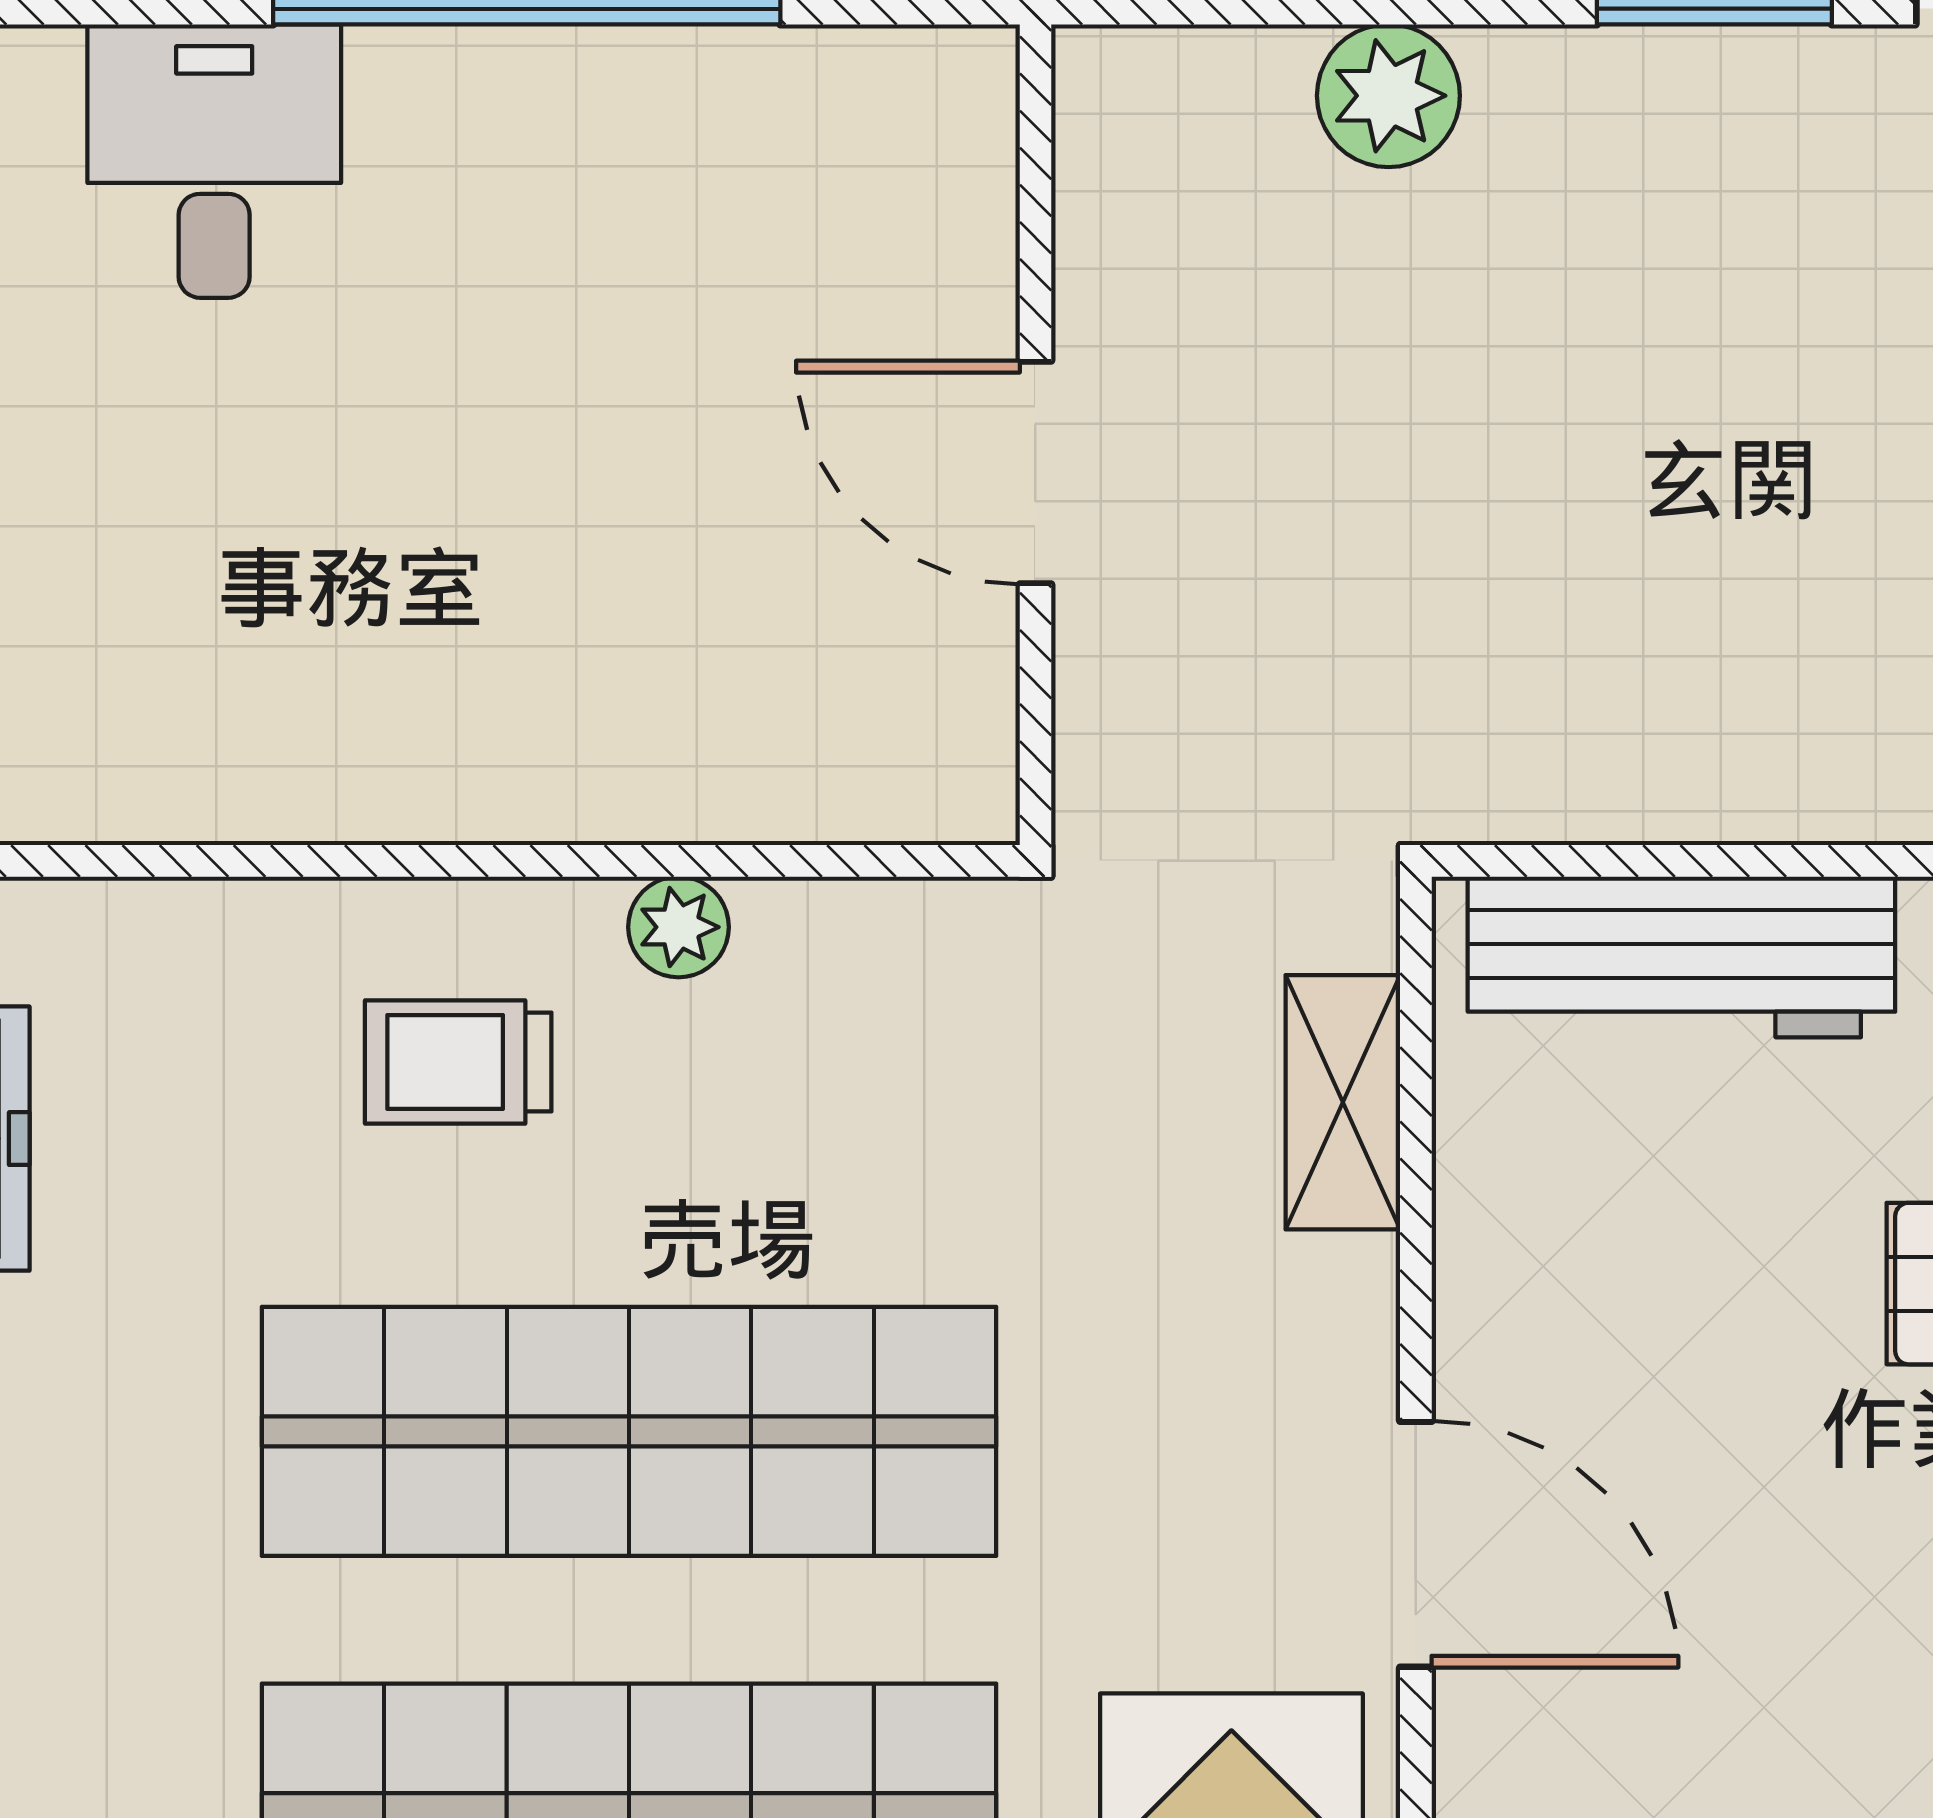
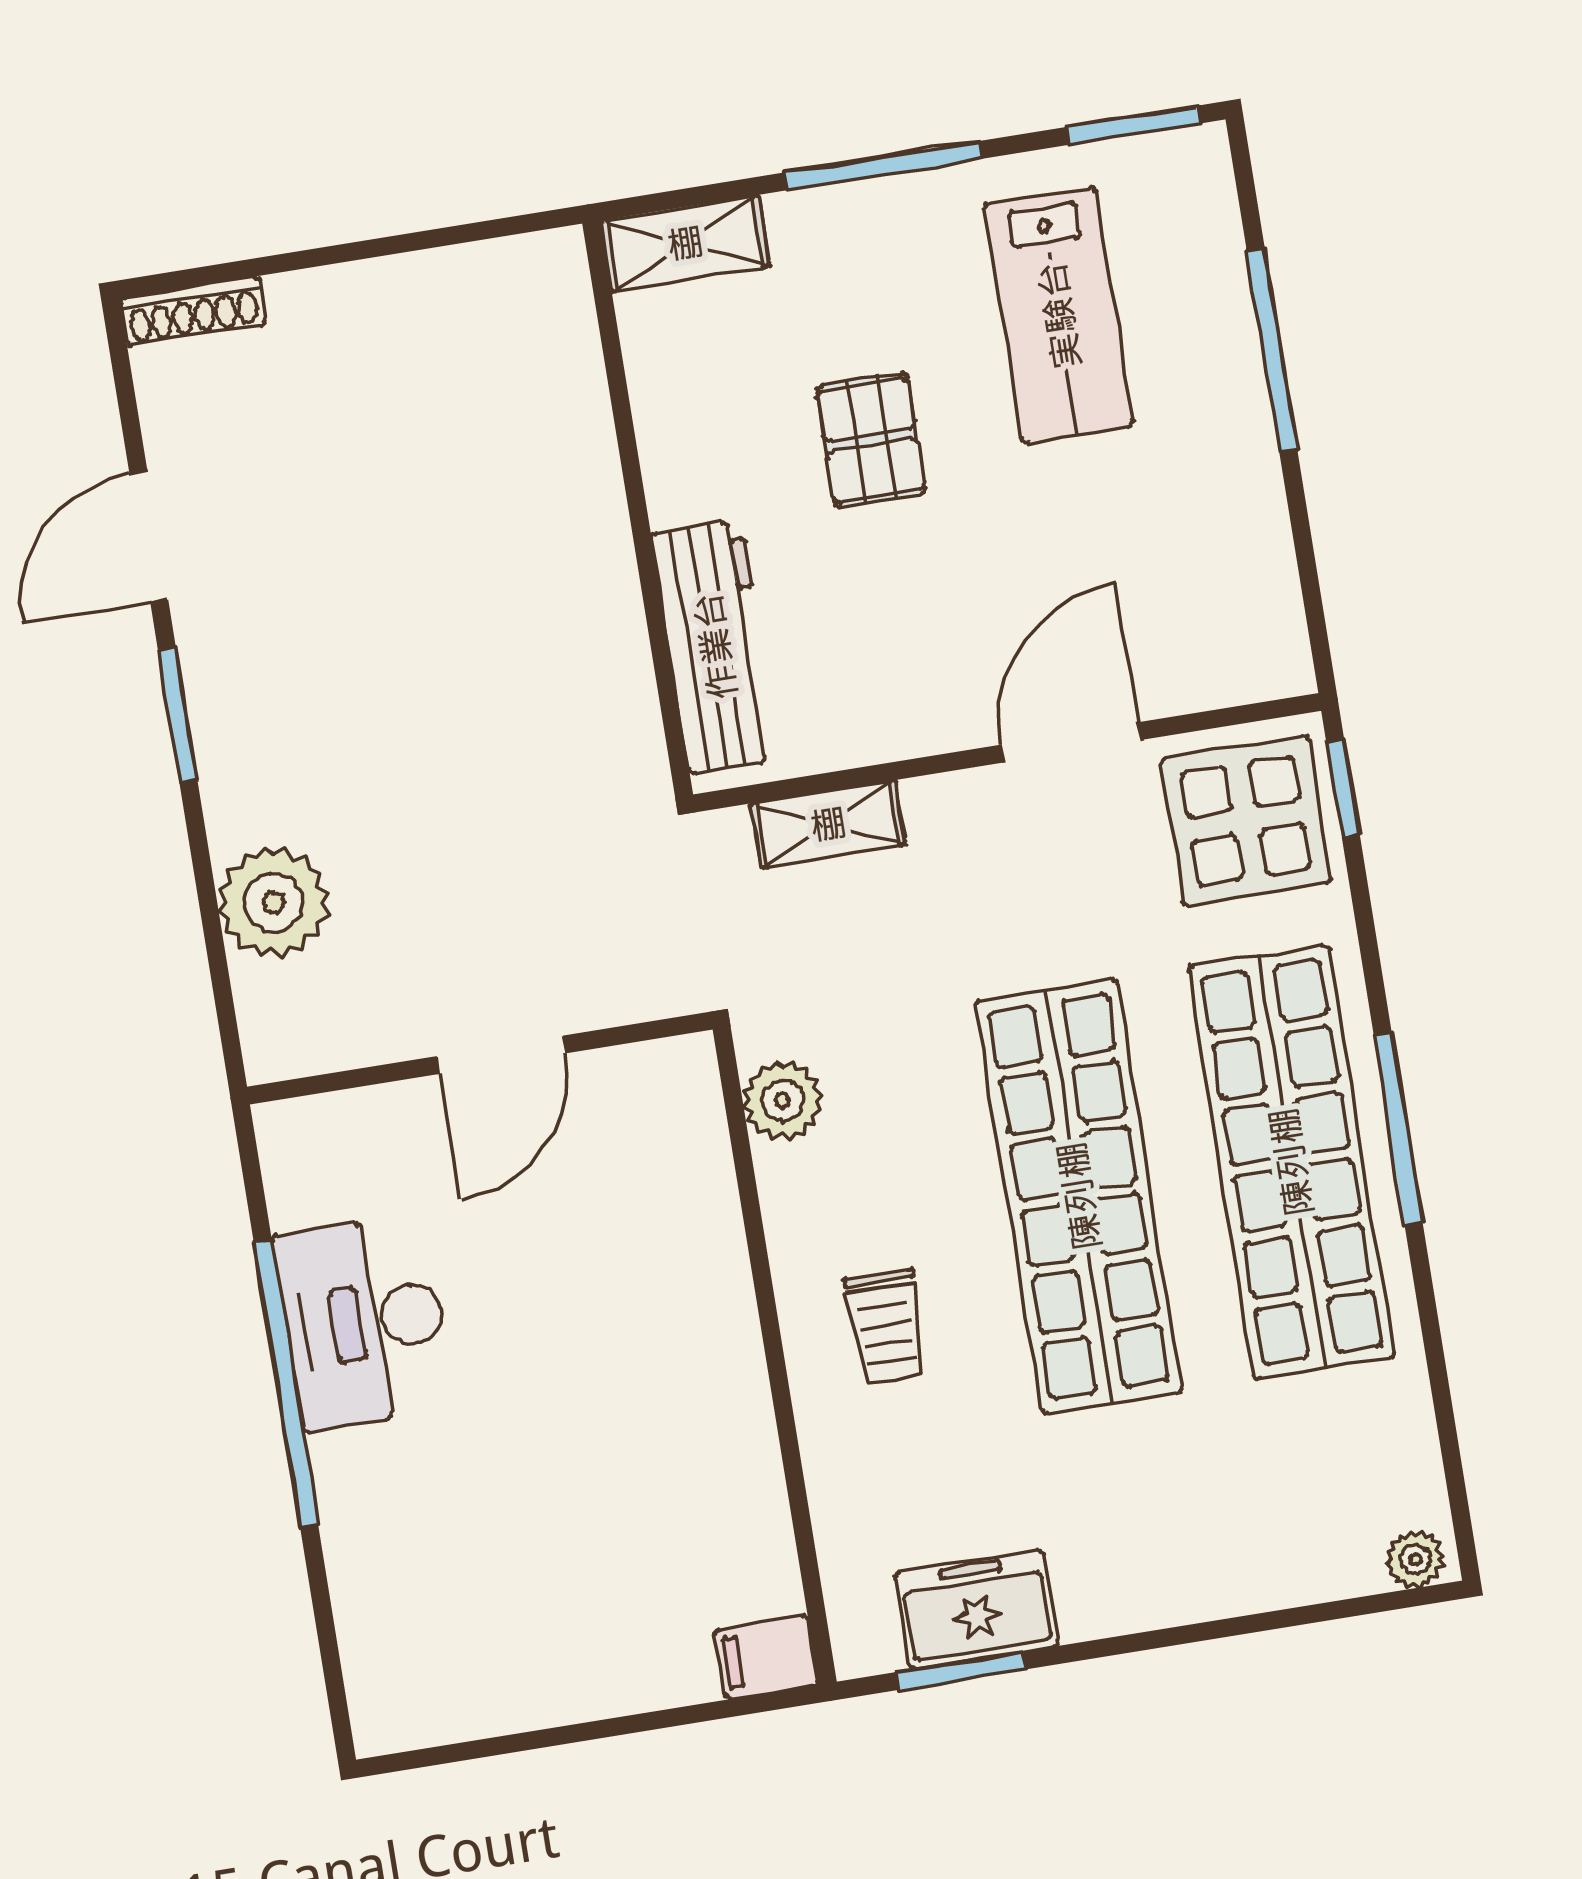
plant: (1388, 96) -> (273, 902), width x1.36, depth x1.36
desk: (214, 161) -> (364, 1322), moved, width x1.37
plant: (679, 927) -> (783, 1101), moved, width x1.38, depth x1.38

